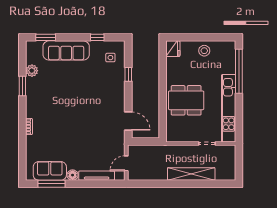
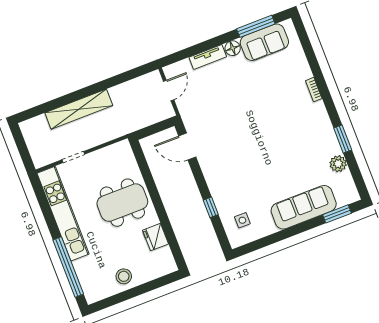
window: (97, 37) -> (270, 240), removed
fridge: (173, 49) -> (155, 237), moved
tv unit: (97, 176) -> (208, 57), width x0.71

